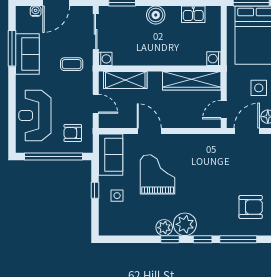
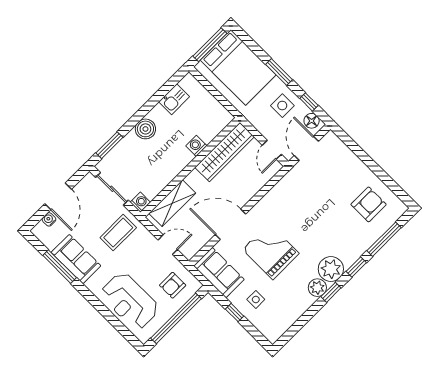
washing machine: (214, 59) -> (196, 146), moved, turned 90
coffee table: (72, 64) -> (118, 233), width x1.36, depth x1.30
door: (149, 131) -> (231, 224), width x1.36

